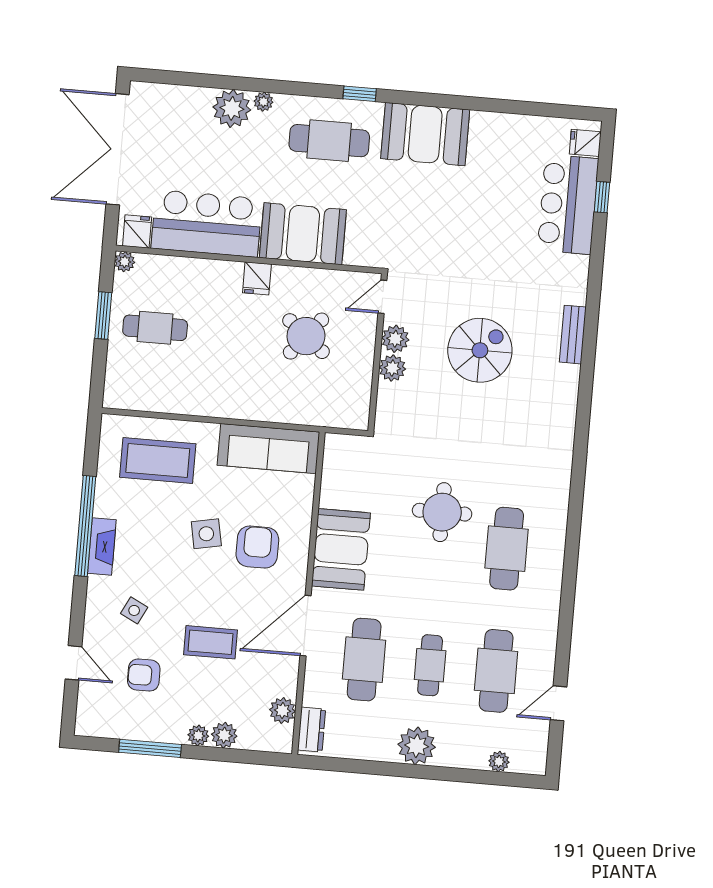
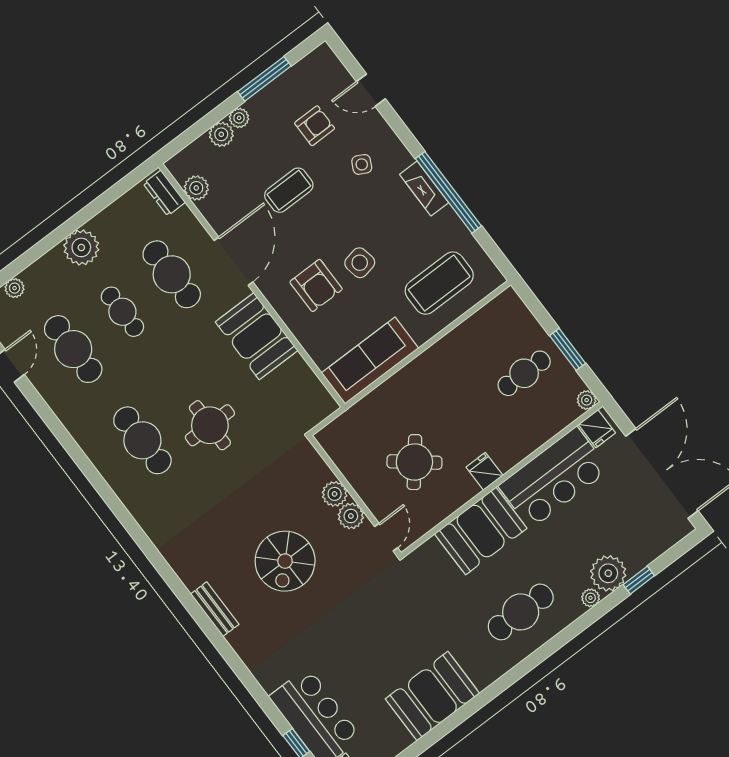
window: (360, 94) -> (639, 580), moved
booth: (425, 134) -> (432, 696), moved
bench: (573, 335) -> (215, 609), moved

